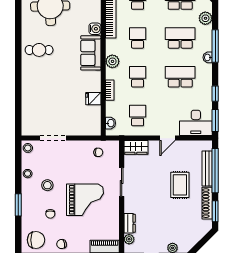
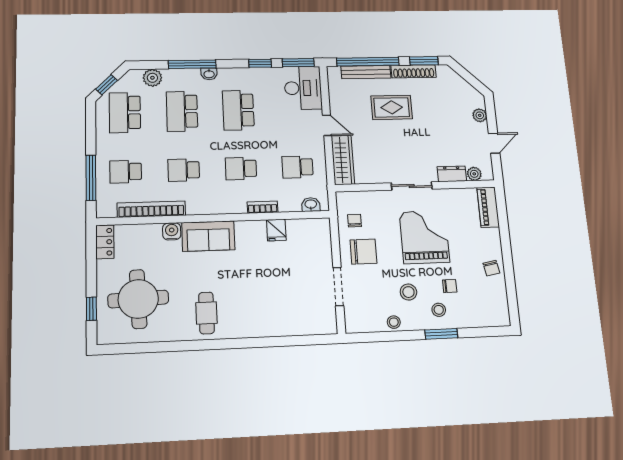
plant: (112, 61) -> (220, 205), removed
wardrobe: (136, 147) -> (343, 160), width x1.50
stool: (28, 148) -> (439, 310), moved
sliding door: (122, 182) -> (412, 186), moved
chair: (36, 240) -> (364, 252), moved, turned 90

